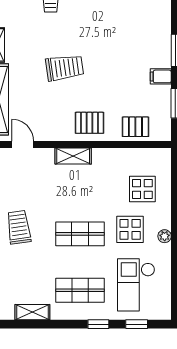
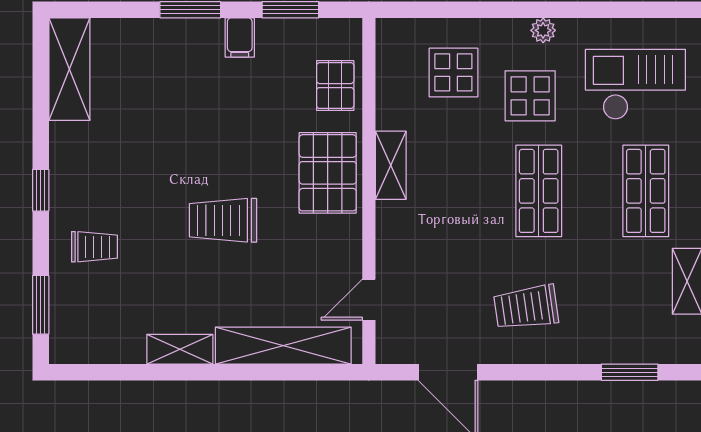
trolley: (65, 68) -> (223, 220), turned -82
pallet: (90, 123) -> (328, 173), width x1.50, depth x1.42
shelving: (73, 156) -> (391, 165), moved
checkout: (136, 285) -> (635, 84), turned 180

